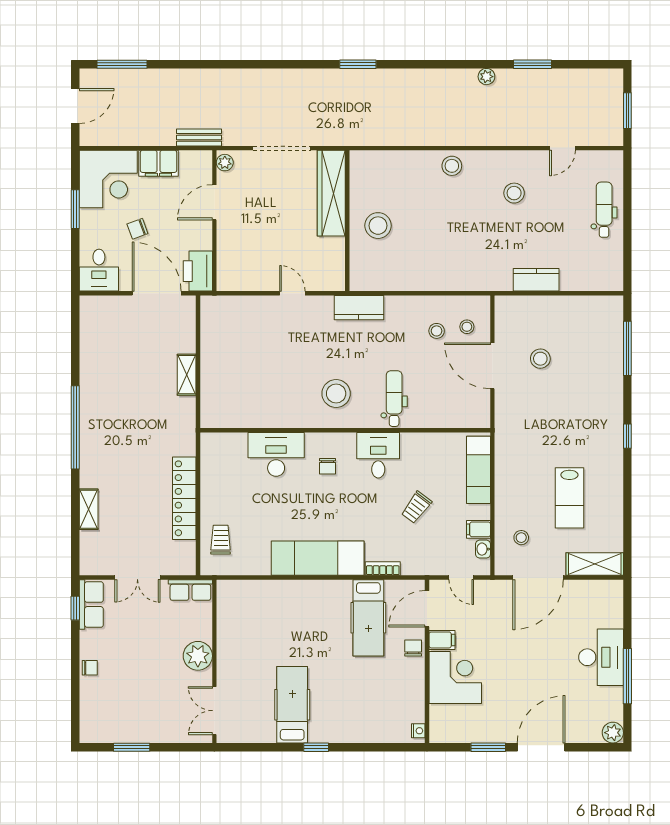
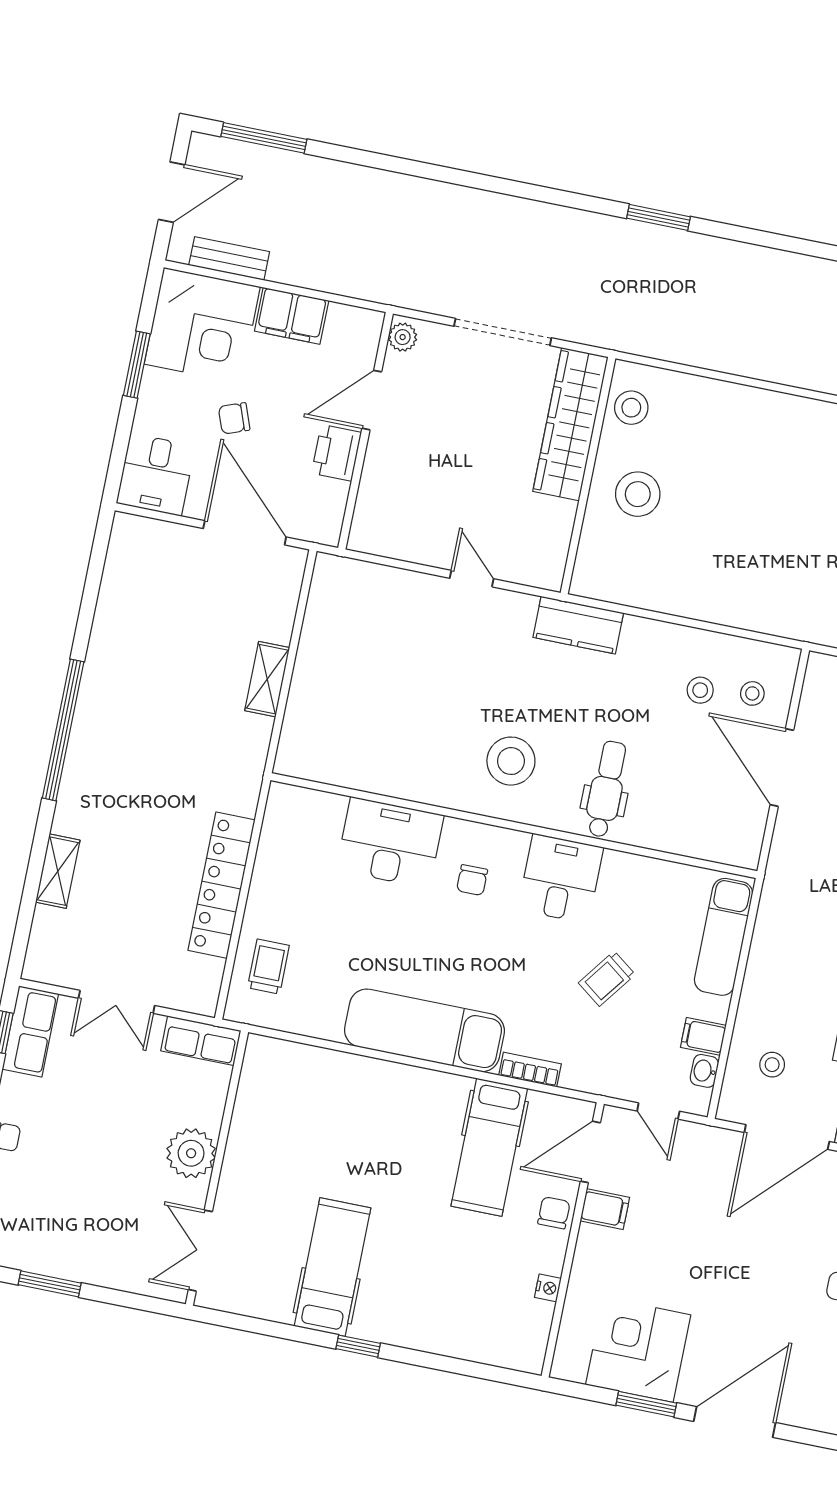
bench: (199, 137) -> (229, 258), moved
stool: (452, 166) -> (631, 408), moved
printer: (198, 271) -> (336, 453), moved, width x0.73, depth x0.84
corner desk: (455, 677) -> (638, 1350), moved, turned -90
nightstand: (418, 731) -> (548, 1288), moved

